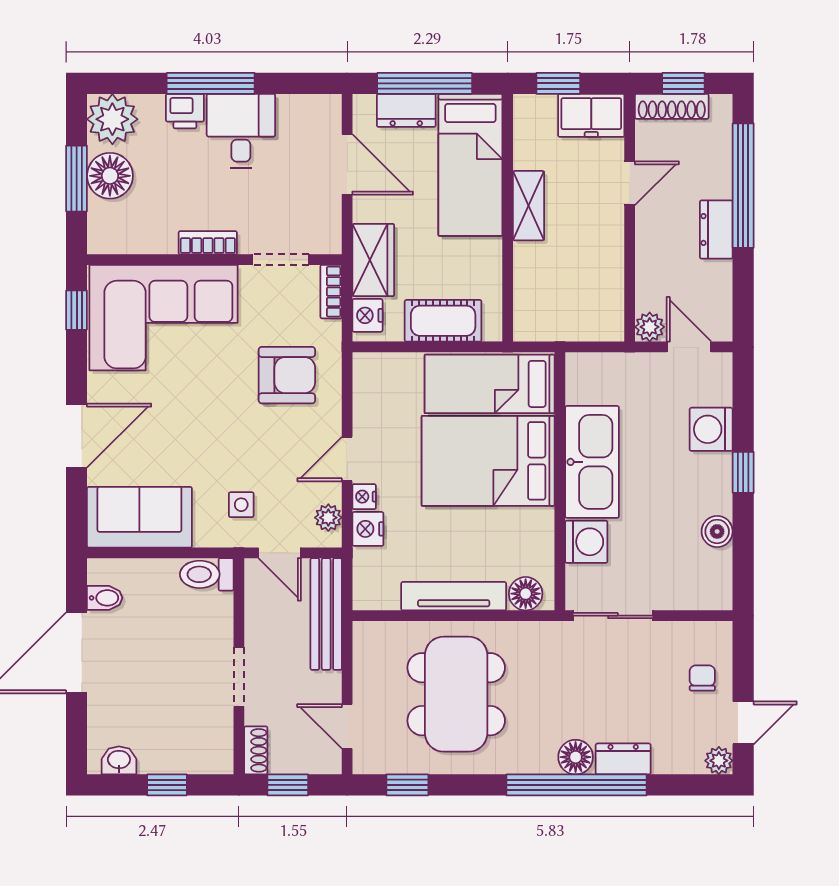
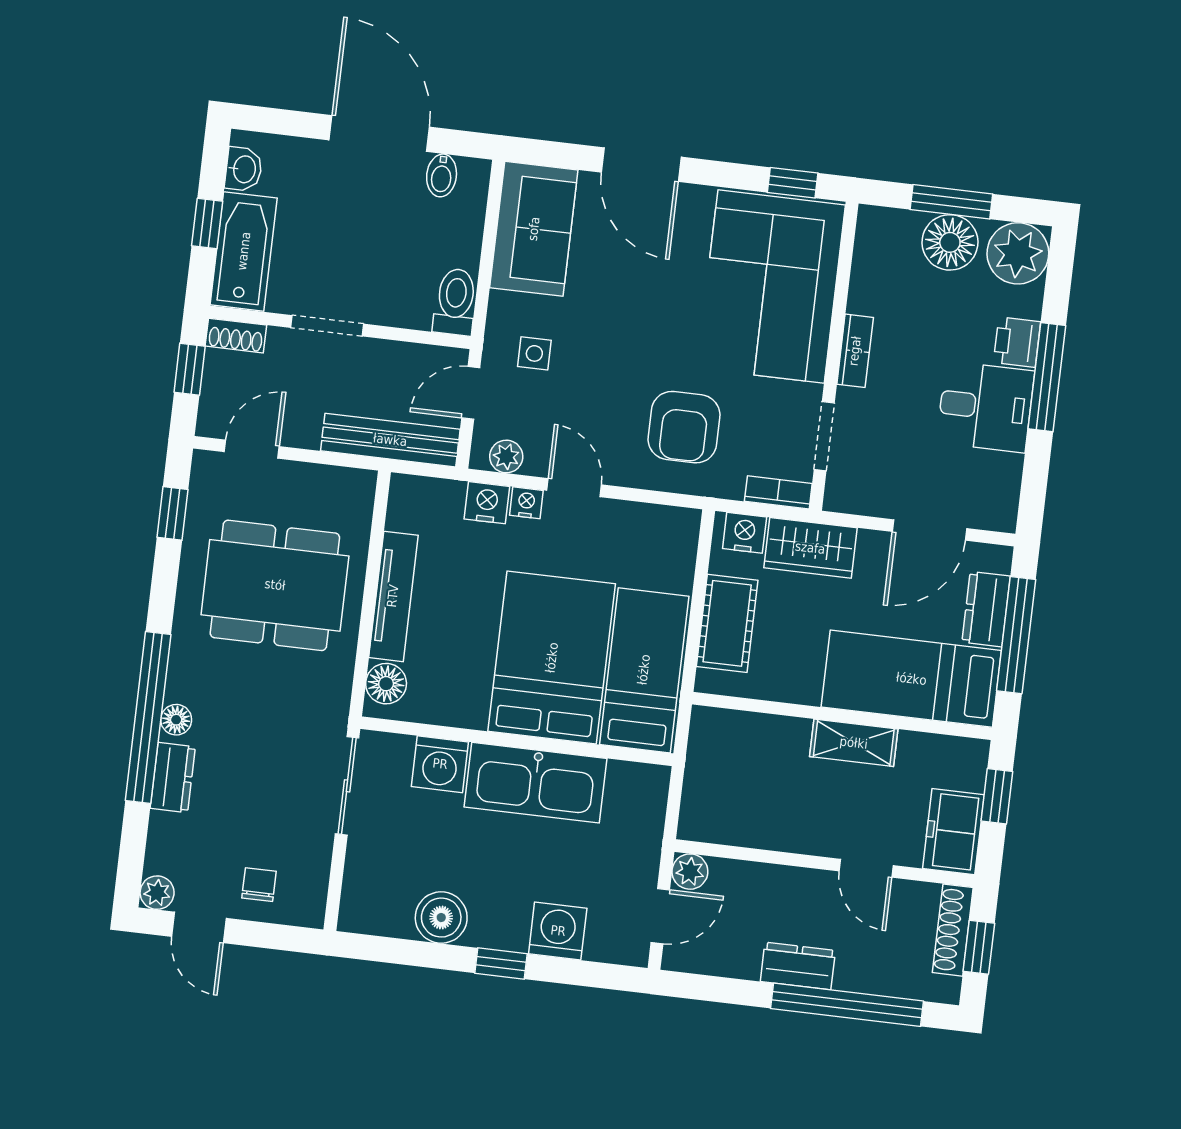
boiler: (717, 531) -> (441, 918), width x1.36, depth x1.36
chair: (702, 678) -> (259, 885), turned -90
bathtub: (186, 752) -> (244, 251), added
floor lamp: (576, 757) -> (176, 720), width x0.73, depth x0.73

